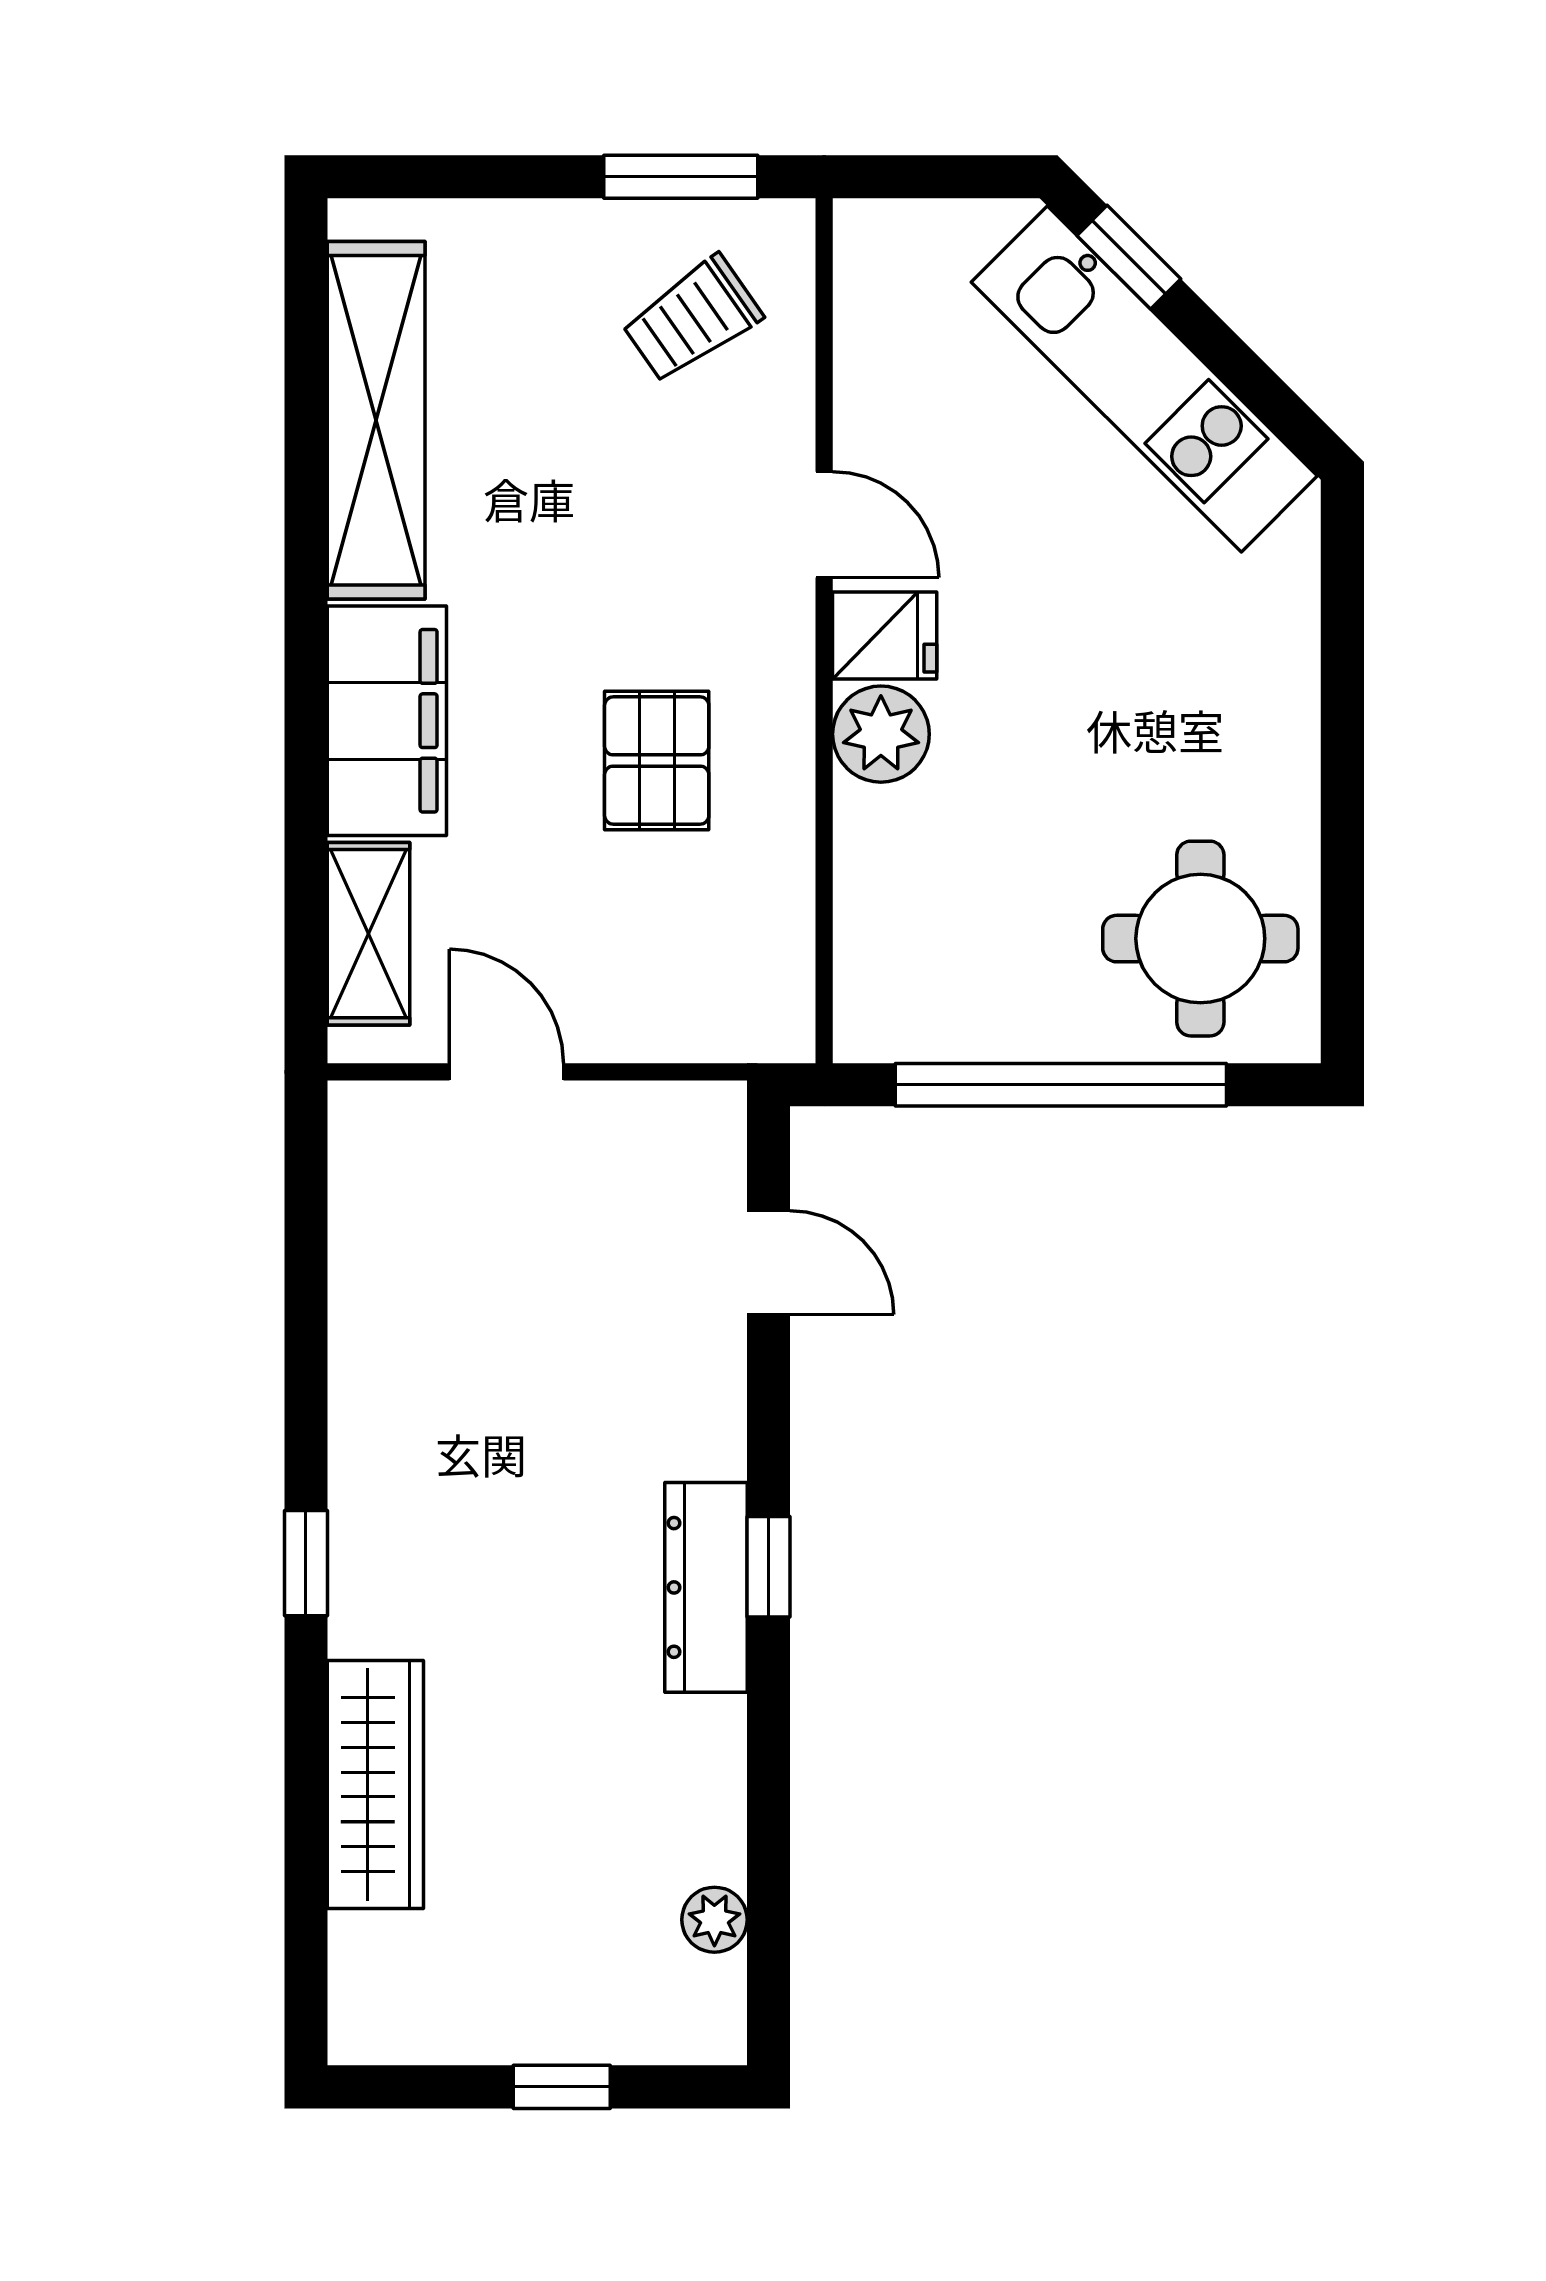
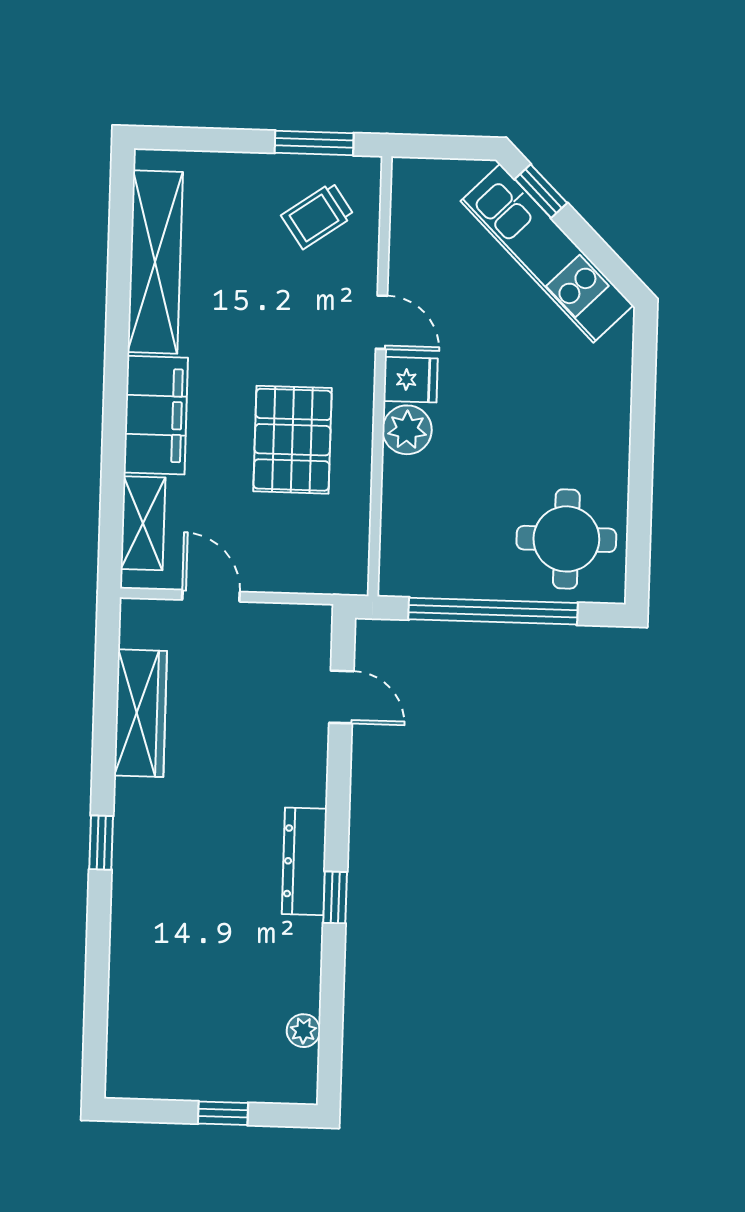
pallet: (657, 761) -> (293, 440), width x1.50, depth x1.42
window: (768, 1567) -> (335, 897), moved
wardrobe: (375, 1784) -> (141, 713), moved

